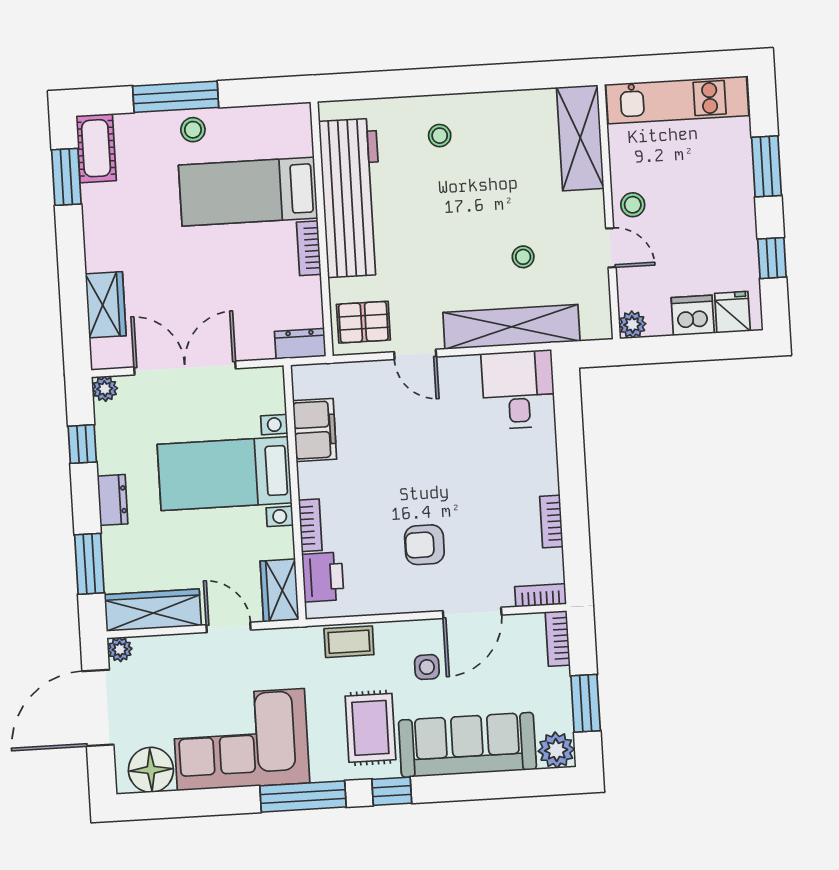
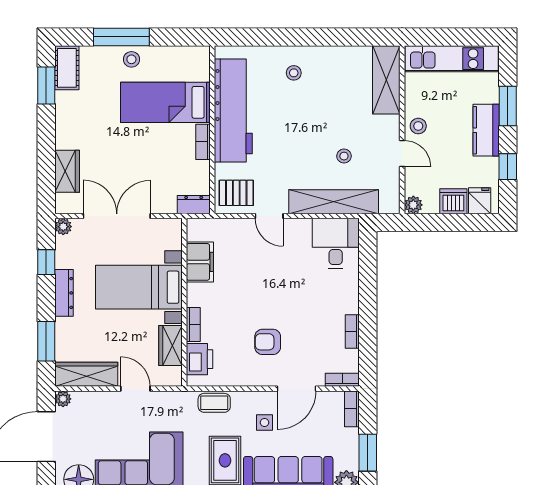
kitchen counter: (736, 205) -> (486, 130), added
dresser: (113, 500) -> (64, 293), width x1.44
wardrobe: (280, 590) -> (170, 346), moved

